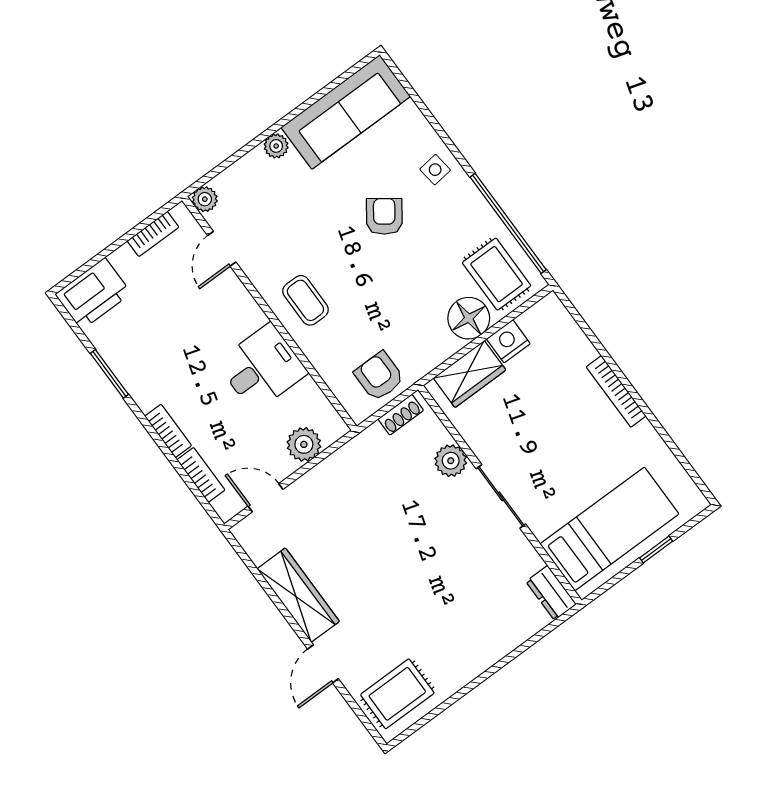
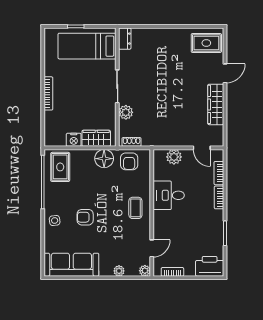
plant: (276, 146) -> (119, 271), moved
armchair: (384, 216) -> (85, 217), turned 54
floor lamp: (469, 318) -> (104, 159), moved

